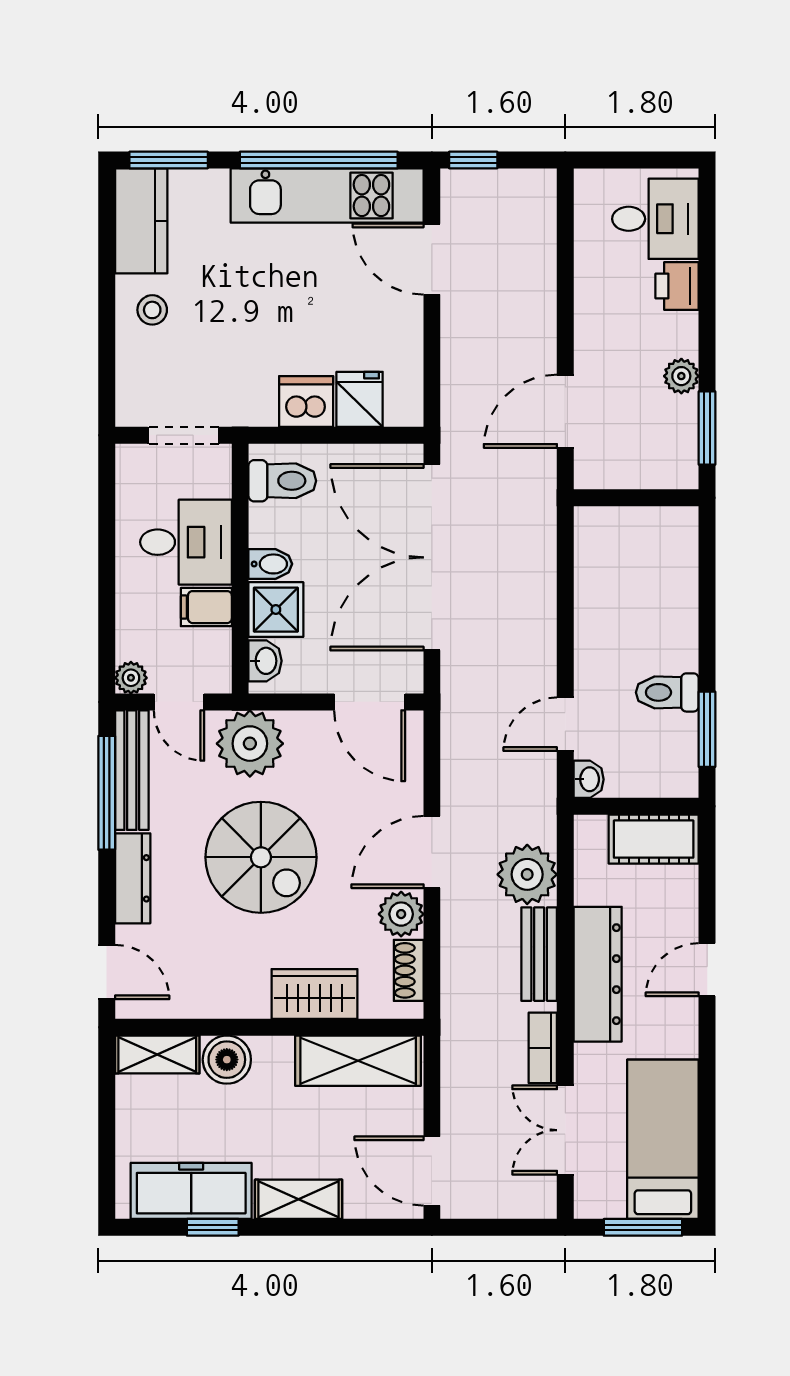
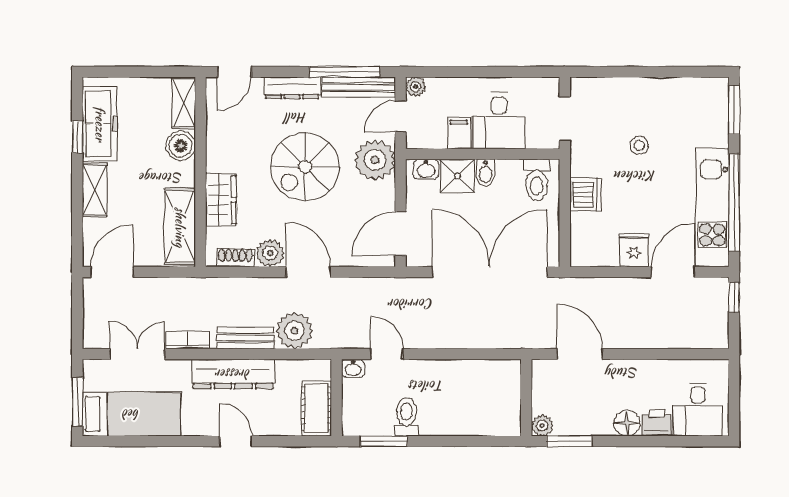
kitchen counter: (141, 221) -> (697, 93), removed
stool: (152, 310) -> (639, 146), moved
floor lamp: (678, 334) -> (627, 423), added
plant: (681, 376) -> (542, 425), moved
fridge: (360, 399) -> (634, 250), moved, turned -90

